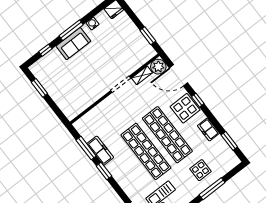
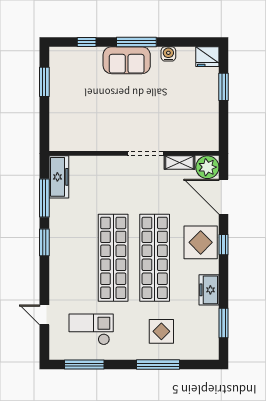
window: (148, 36) -> (224, 87), moved
freezer: (100, 151) -> (59, 177), moved

